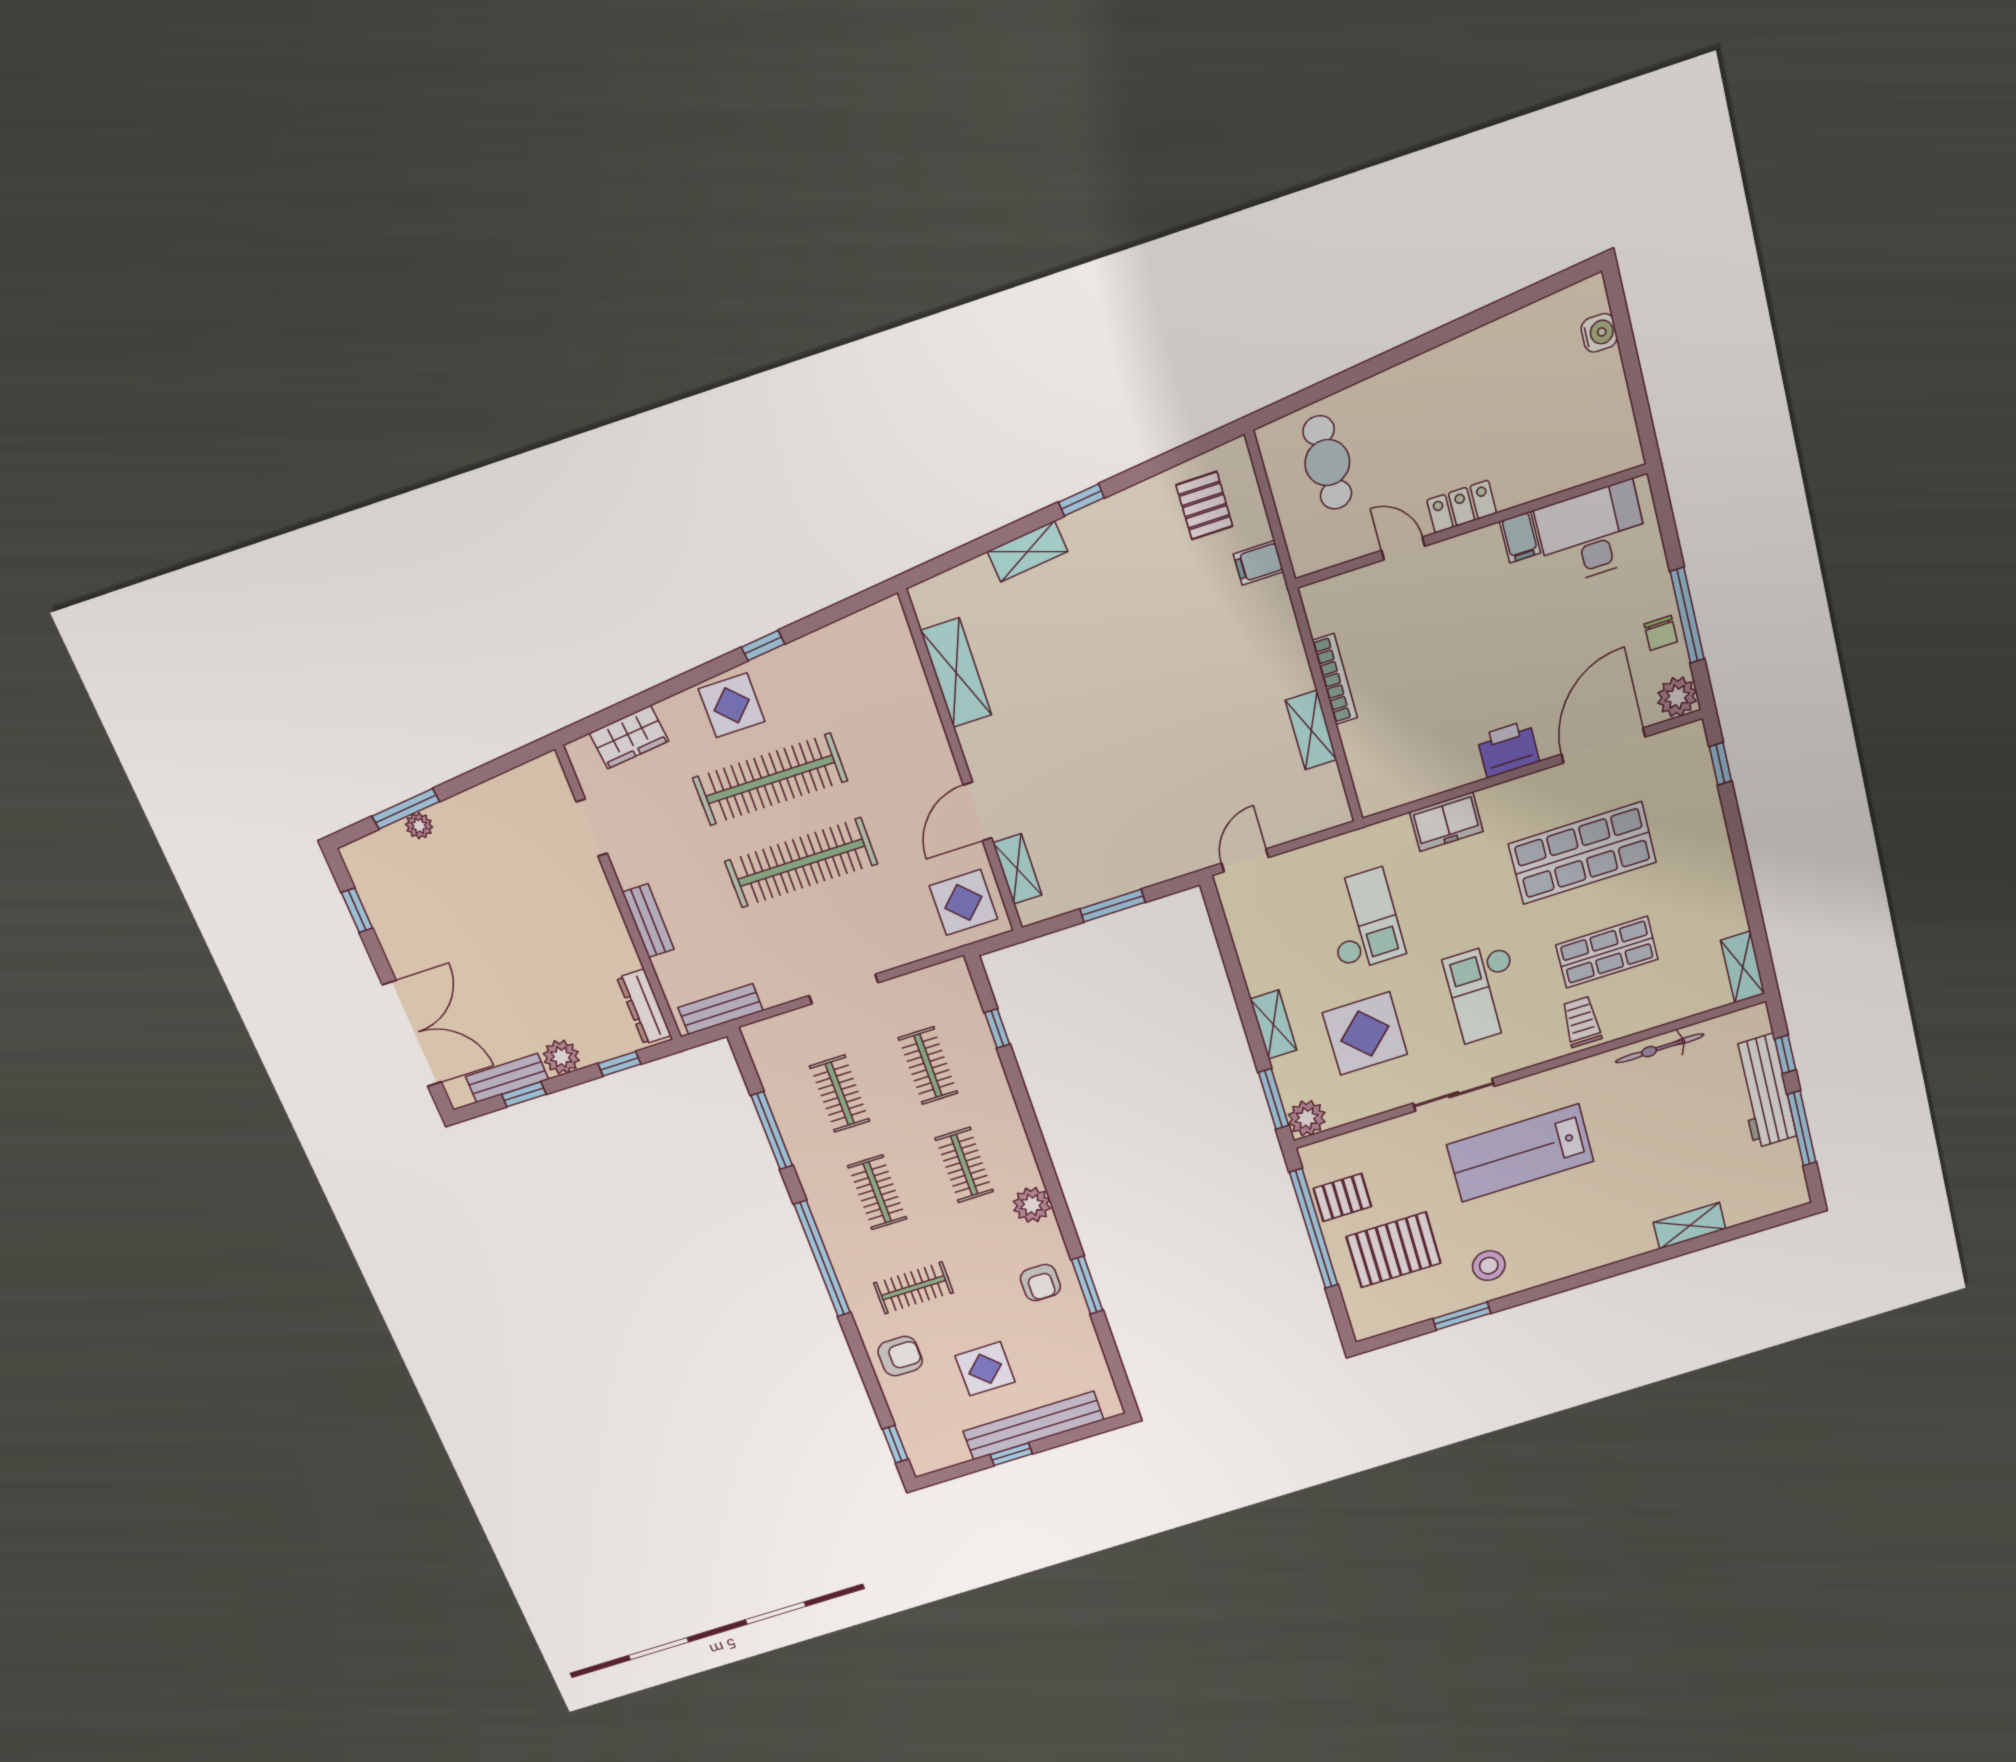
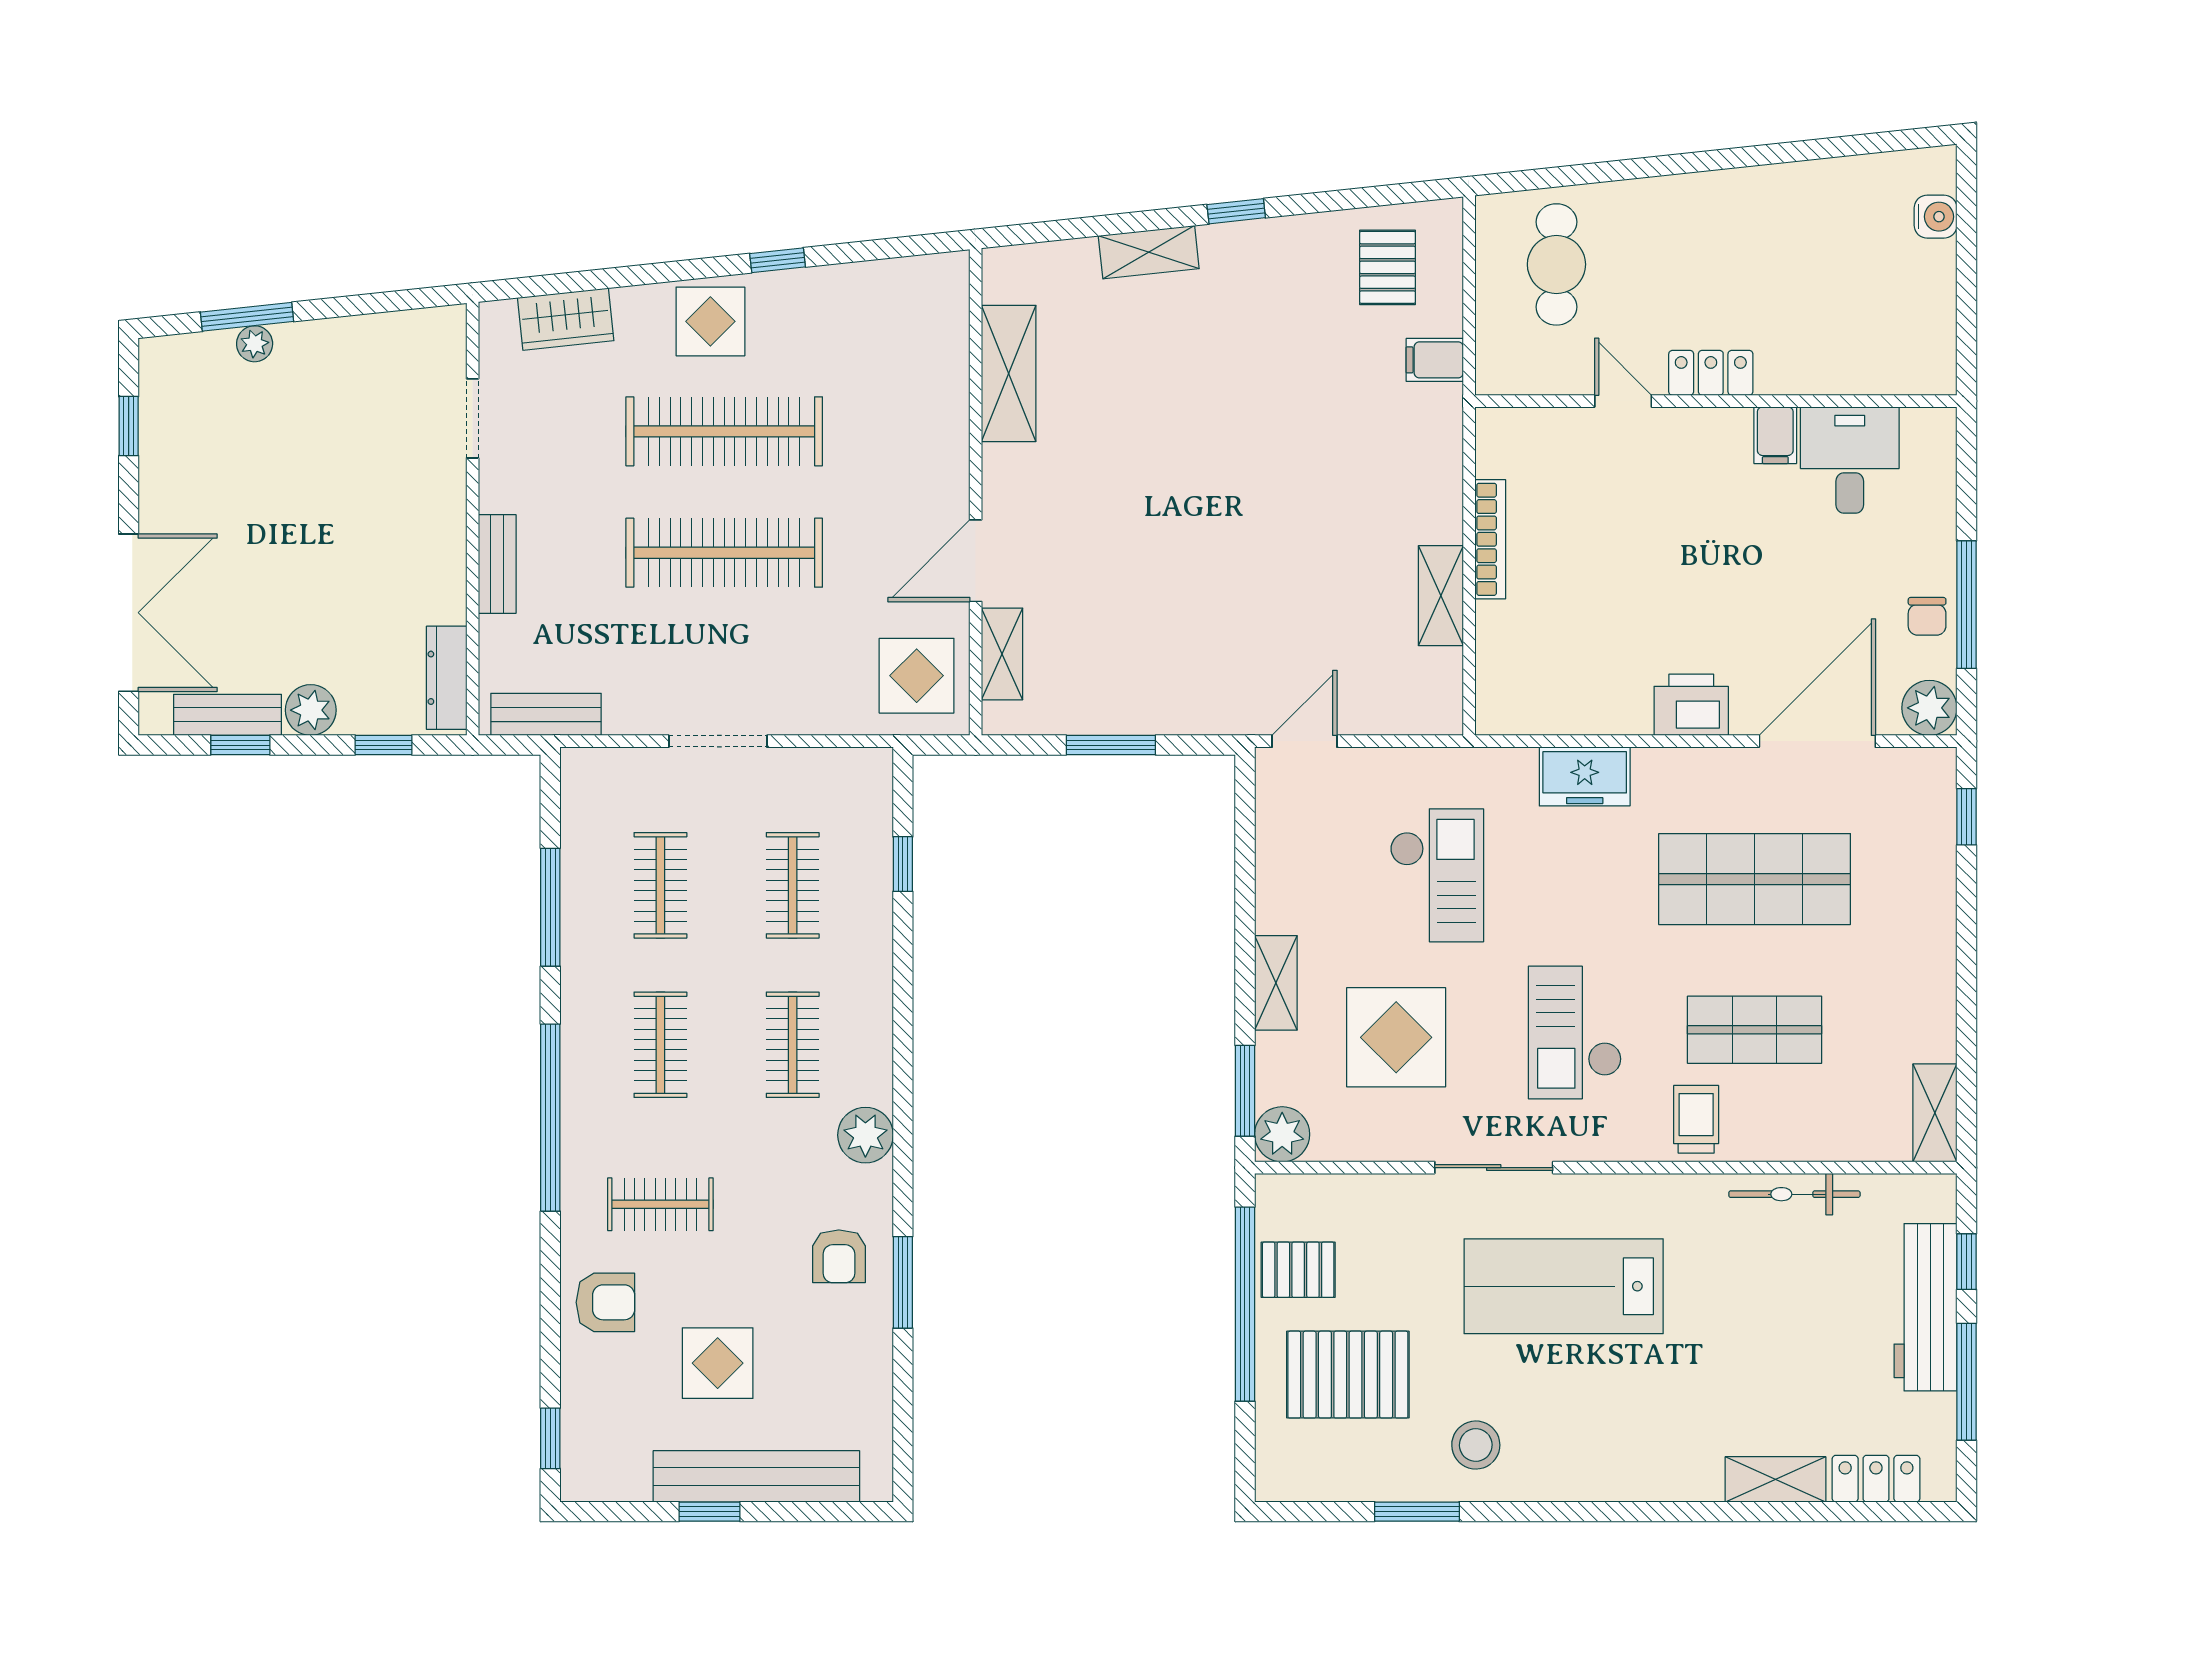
desk: (1592, 533) -> (1850, 460), width x0.73
locker: (1755, 1205) -> (1876, 1479), added

